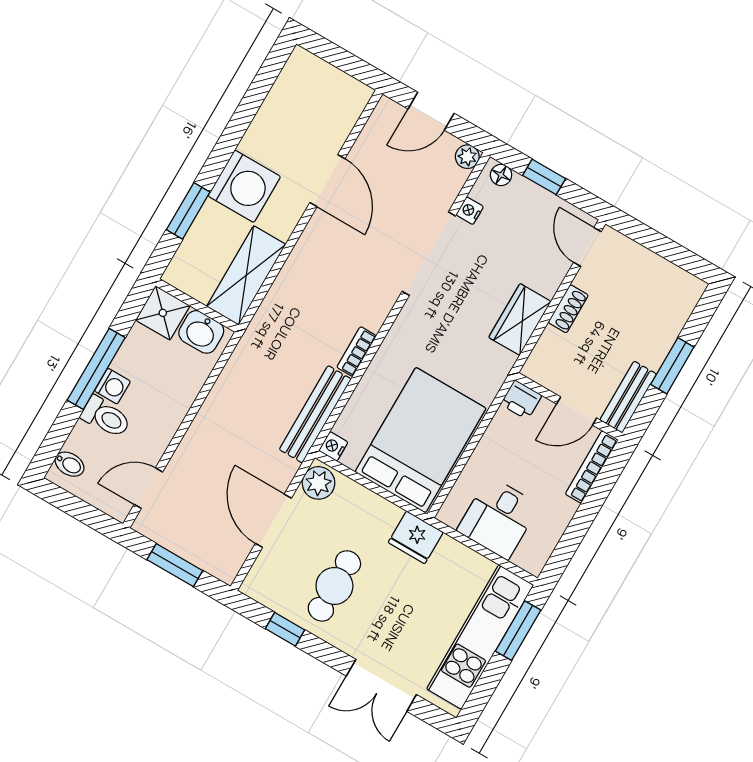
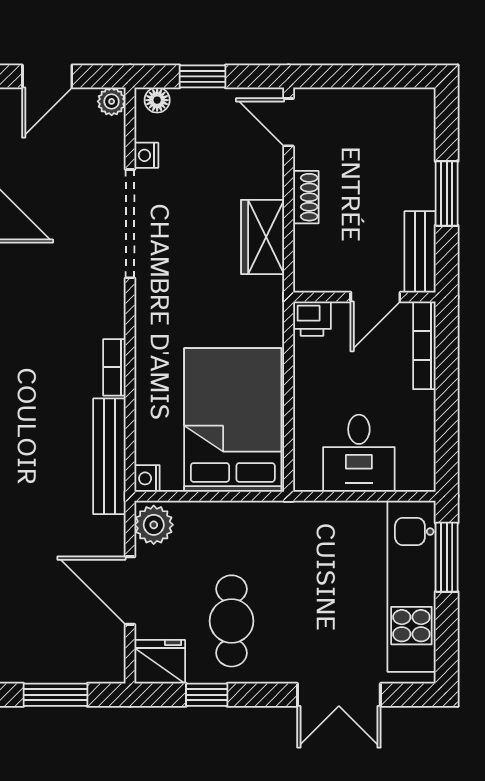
fridge: (416, 537) -> (160, 662), moved, turned 180

